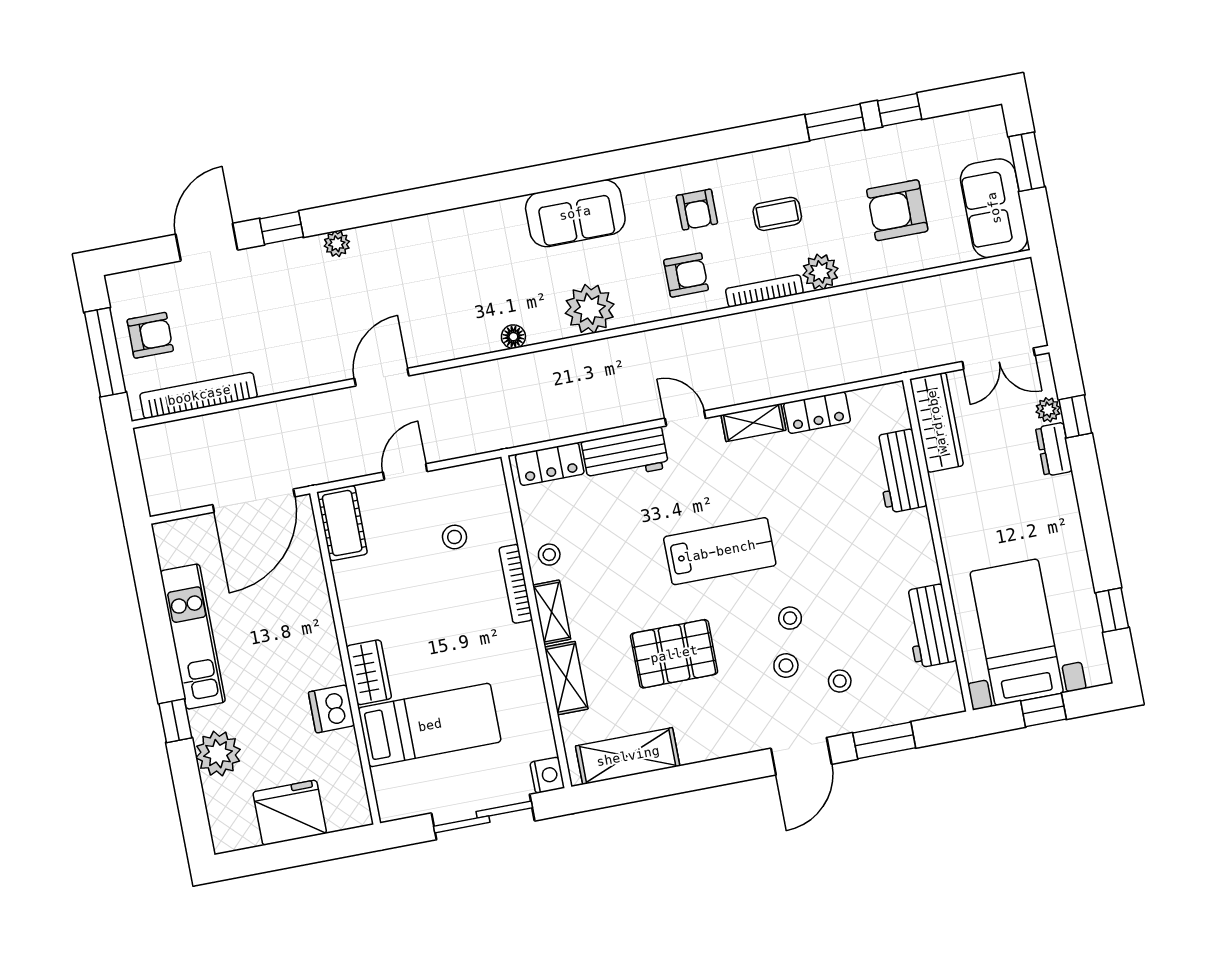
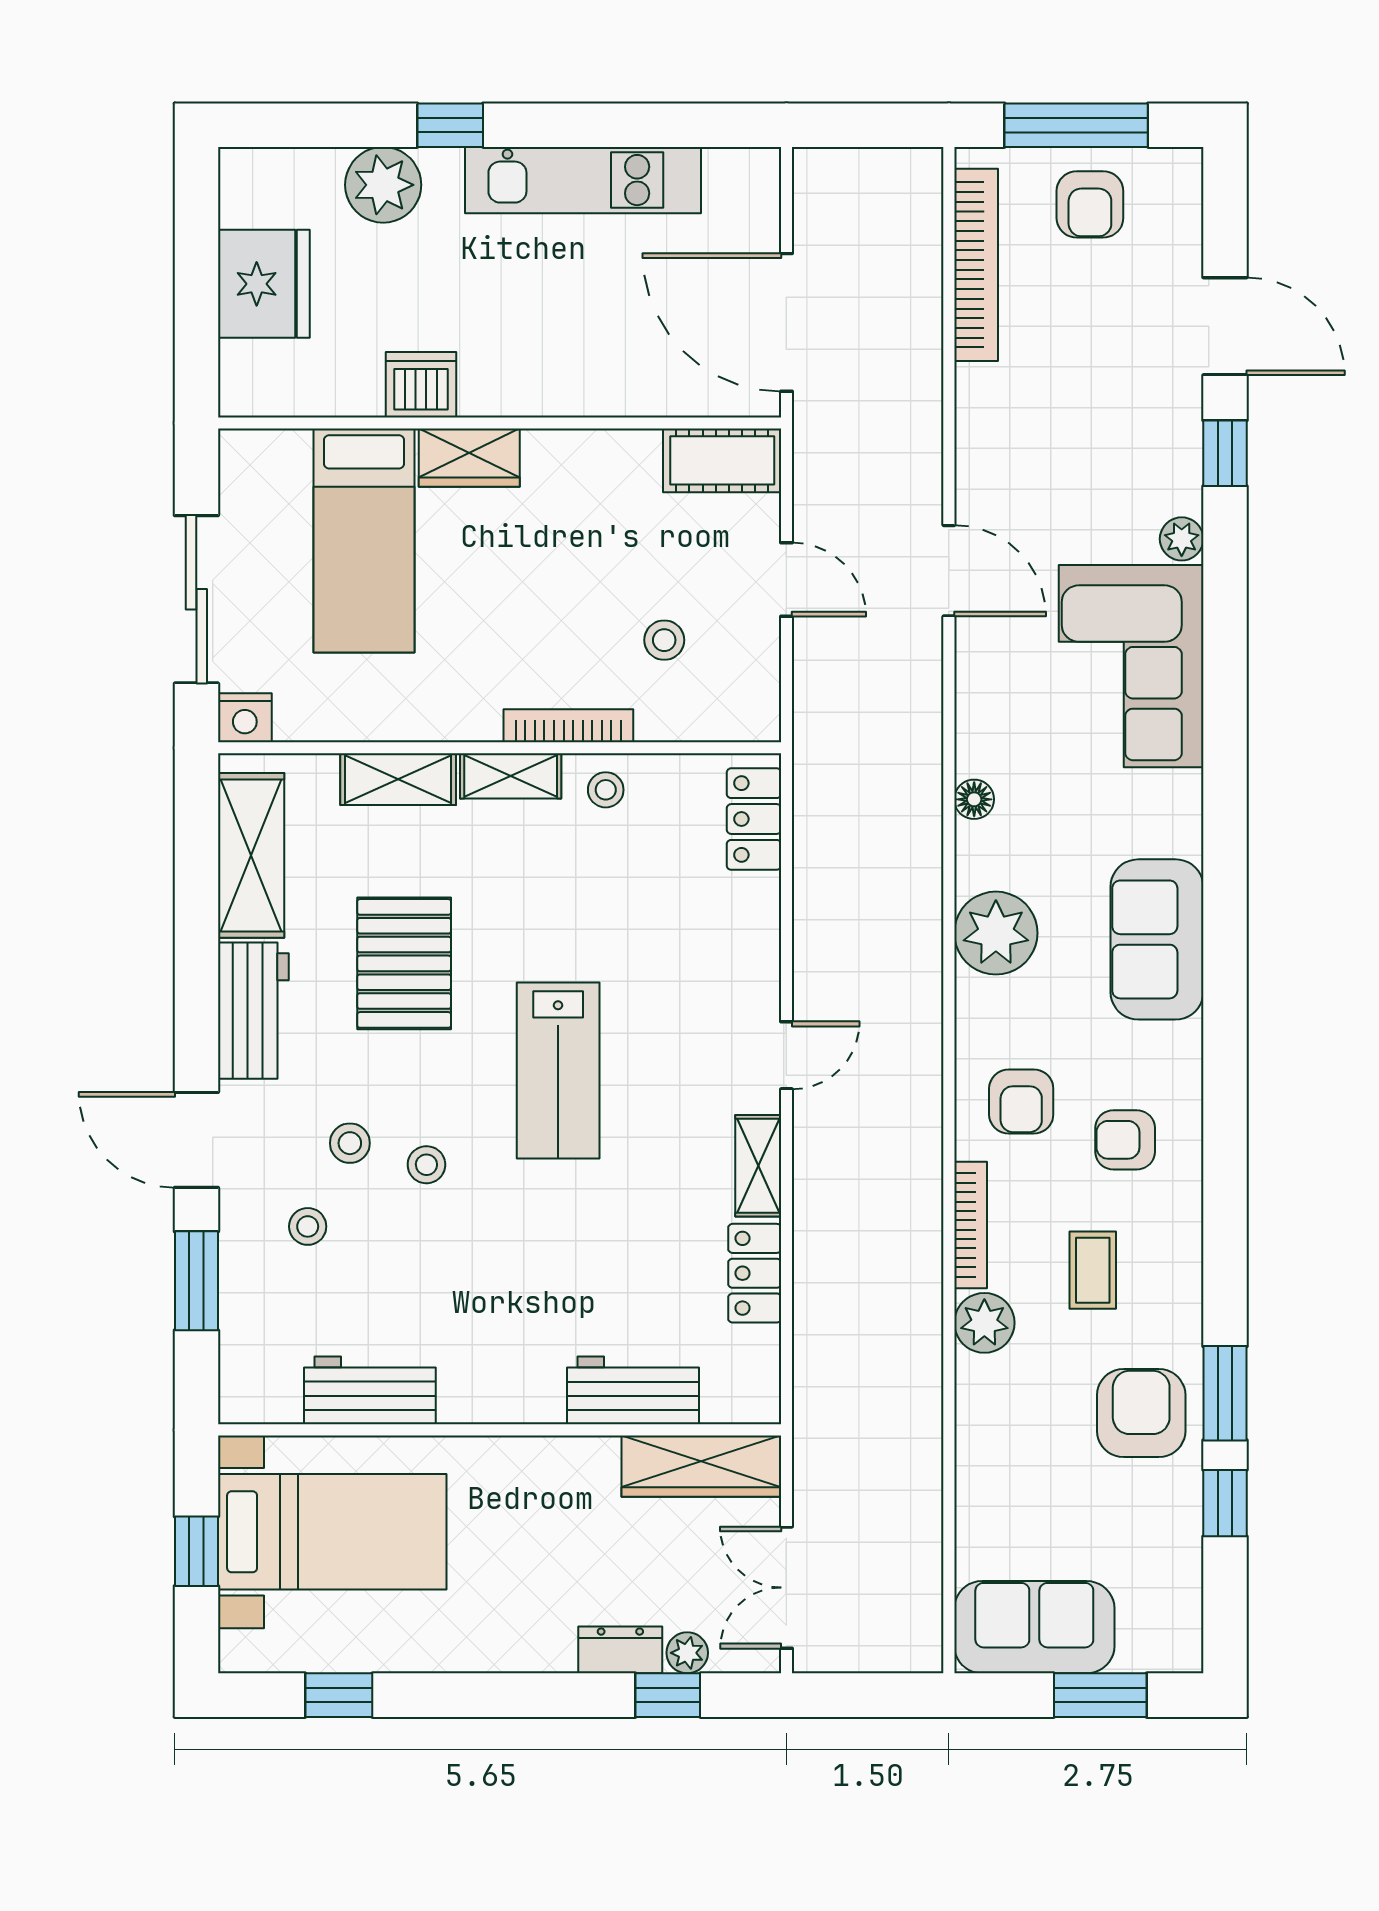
armchair: (897, 210) -> (1141, 1413), moved
corner sofa: (417, 259) -> (1131, 666), added
workbench: (625, 455) -> (253, 1011), moved, turned 180

